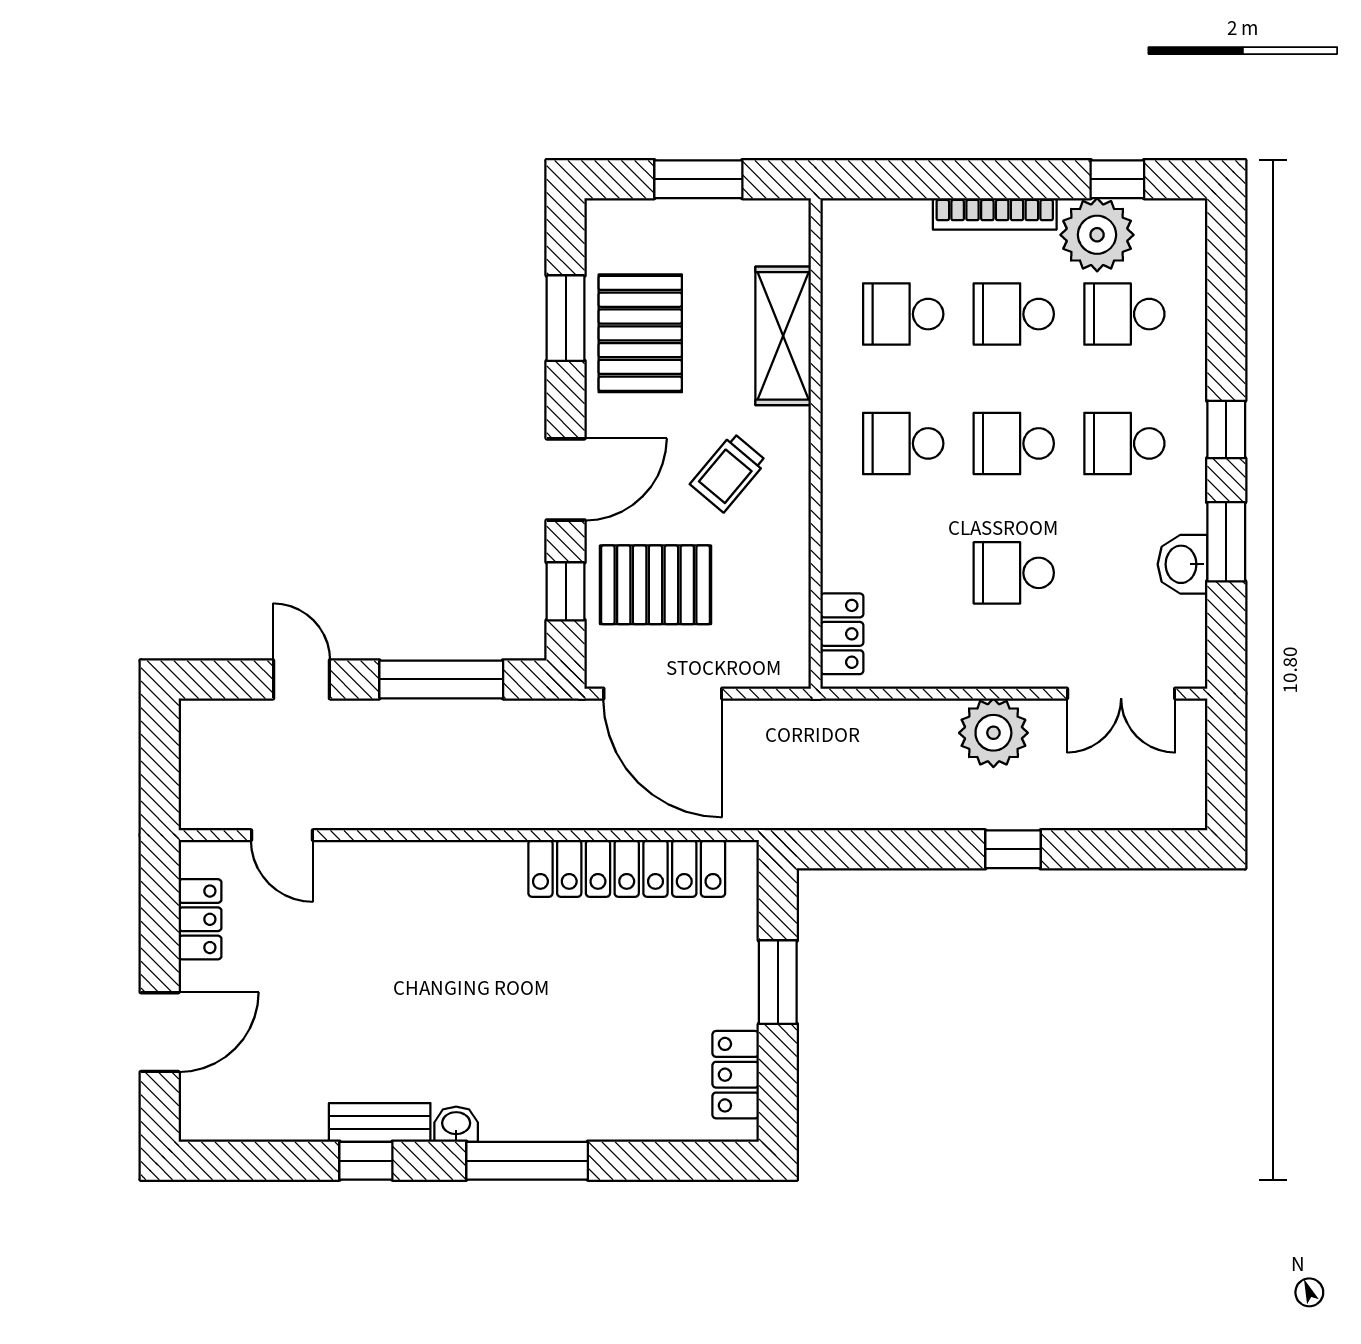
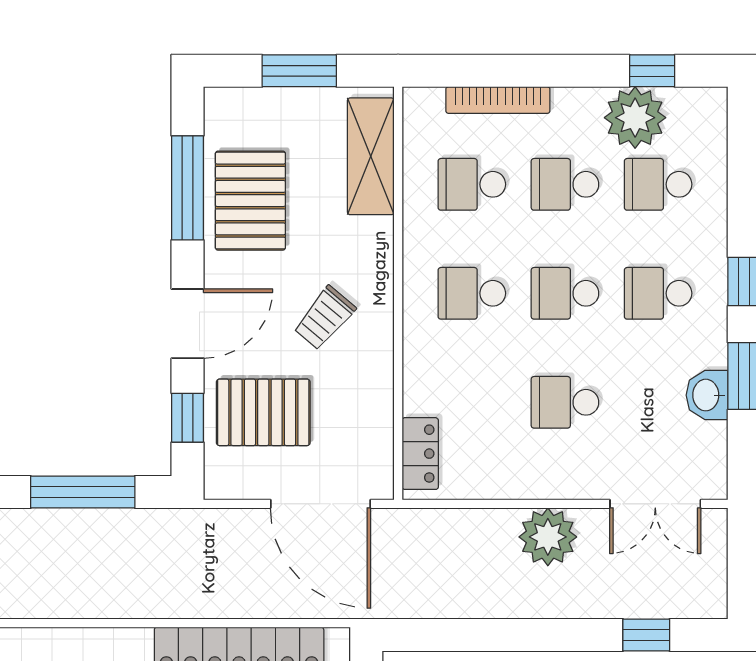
bookcase: (995, 214) -> (498, 100), moved
window: (566, 318) -> (188, 188), width x1.44
shelving: (783, 336) -> (371, 156), moved
door: (663, 694) -> (320, 504), moved
window: (1013, 849) -> (646, 635), moved

